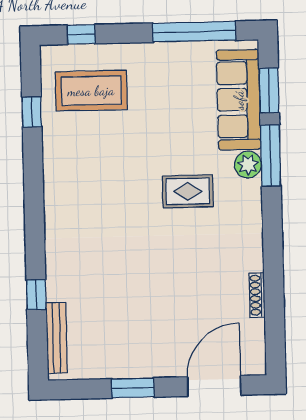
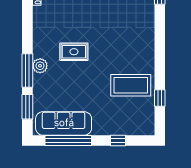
window: (81, 34) -> (118, 141), moved
coffee table: (91, 91) -> (131, 85), moved
sofa: (239, 100) -> (64, 123), moved, turned -90

